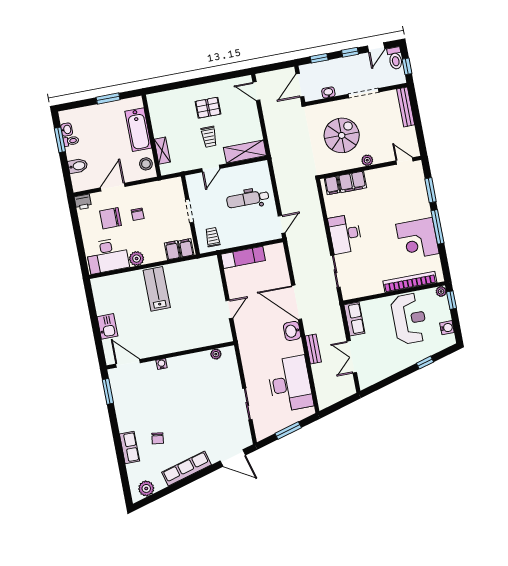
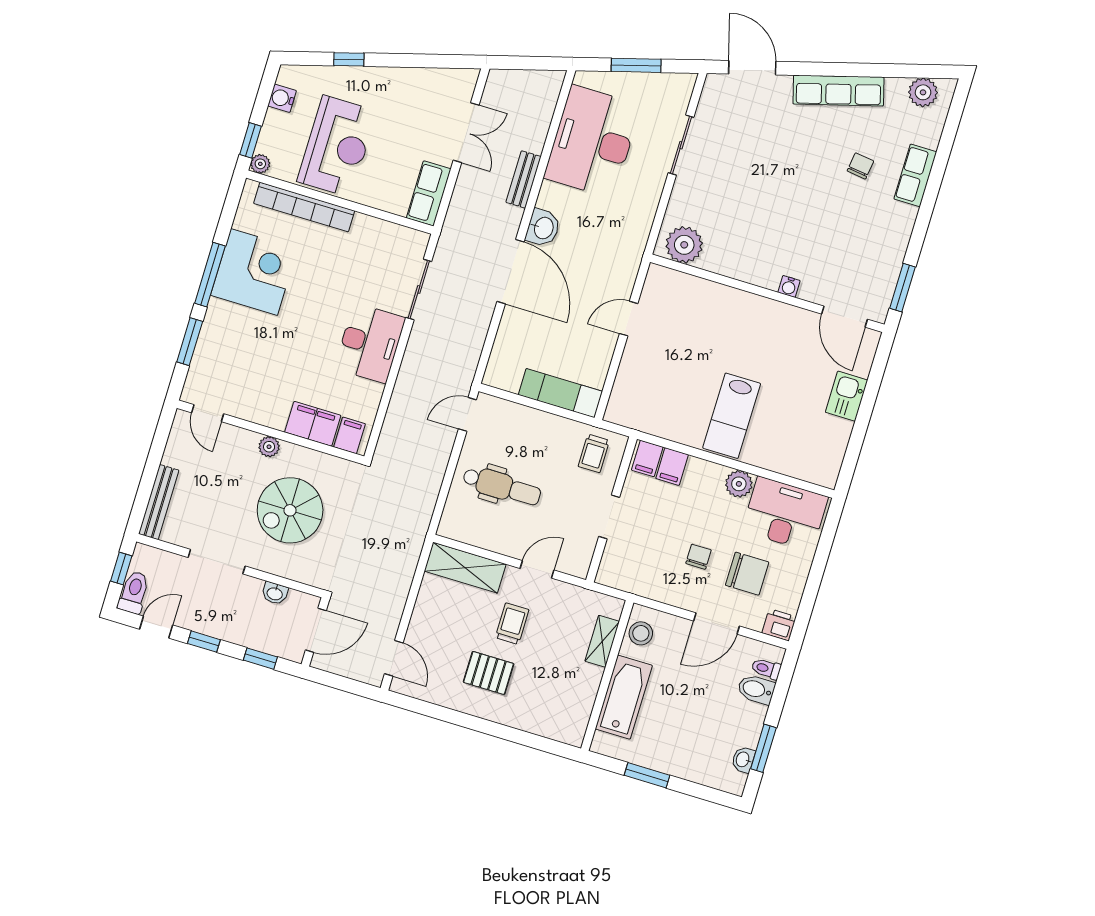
toilet: (71, 141) -> (766, 669), moved
reception desk: (409, 319) -> (337, 146), turned 180
plant: (216, 354) -> (684, 245), width x1.88, depth x1.88

